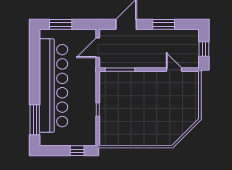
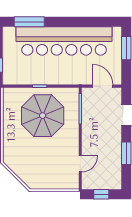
parasol: (127, 107) -> (43, 116), added

